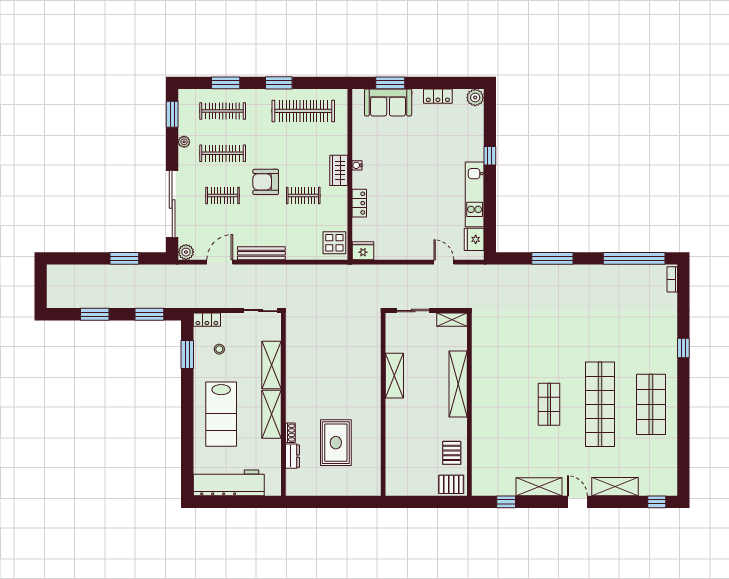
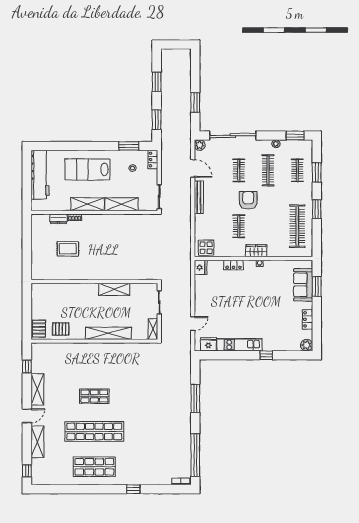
clothes rail: (223, 111) -> (297, 170), width x0.73
rug: (336, 443) -> (68, 249), width x0.73, depth x0.70

